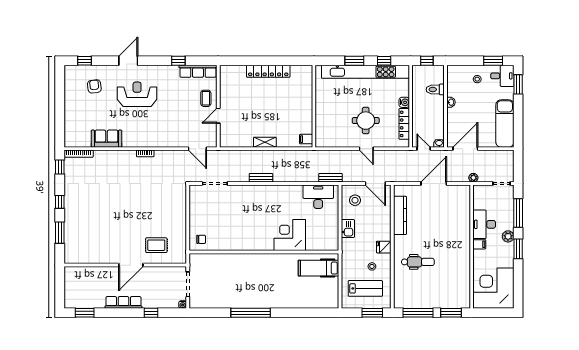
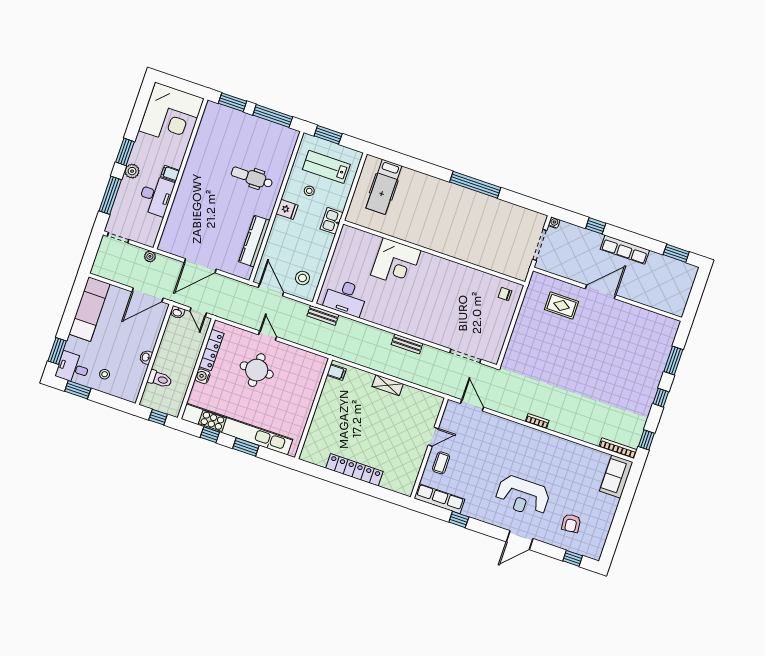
sofa: (107, 139) -> (616, 477), moved, turned 90
kitchen sink: (348, 228) -> (332, 221), moved
hospital bed: (318, 268) -> (384, 187), moved, turned 90

